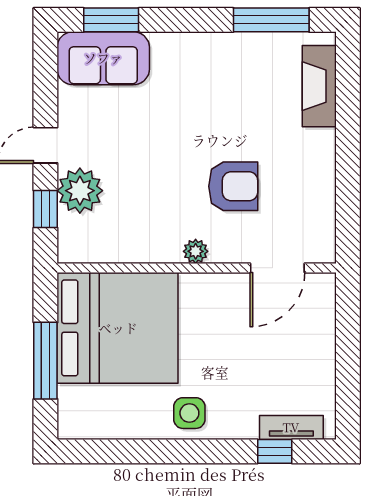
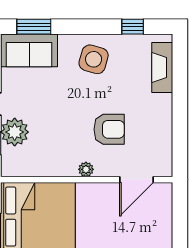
window: (271, 20) -> (133, 27), width x0.46
side table: (208, 73) -> (94, 59), added

